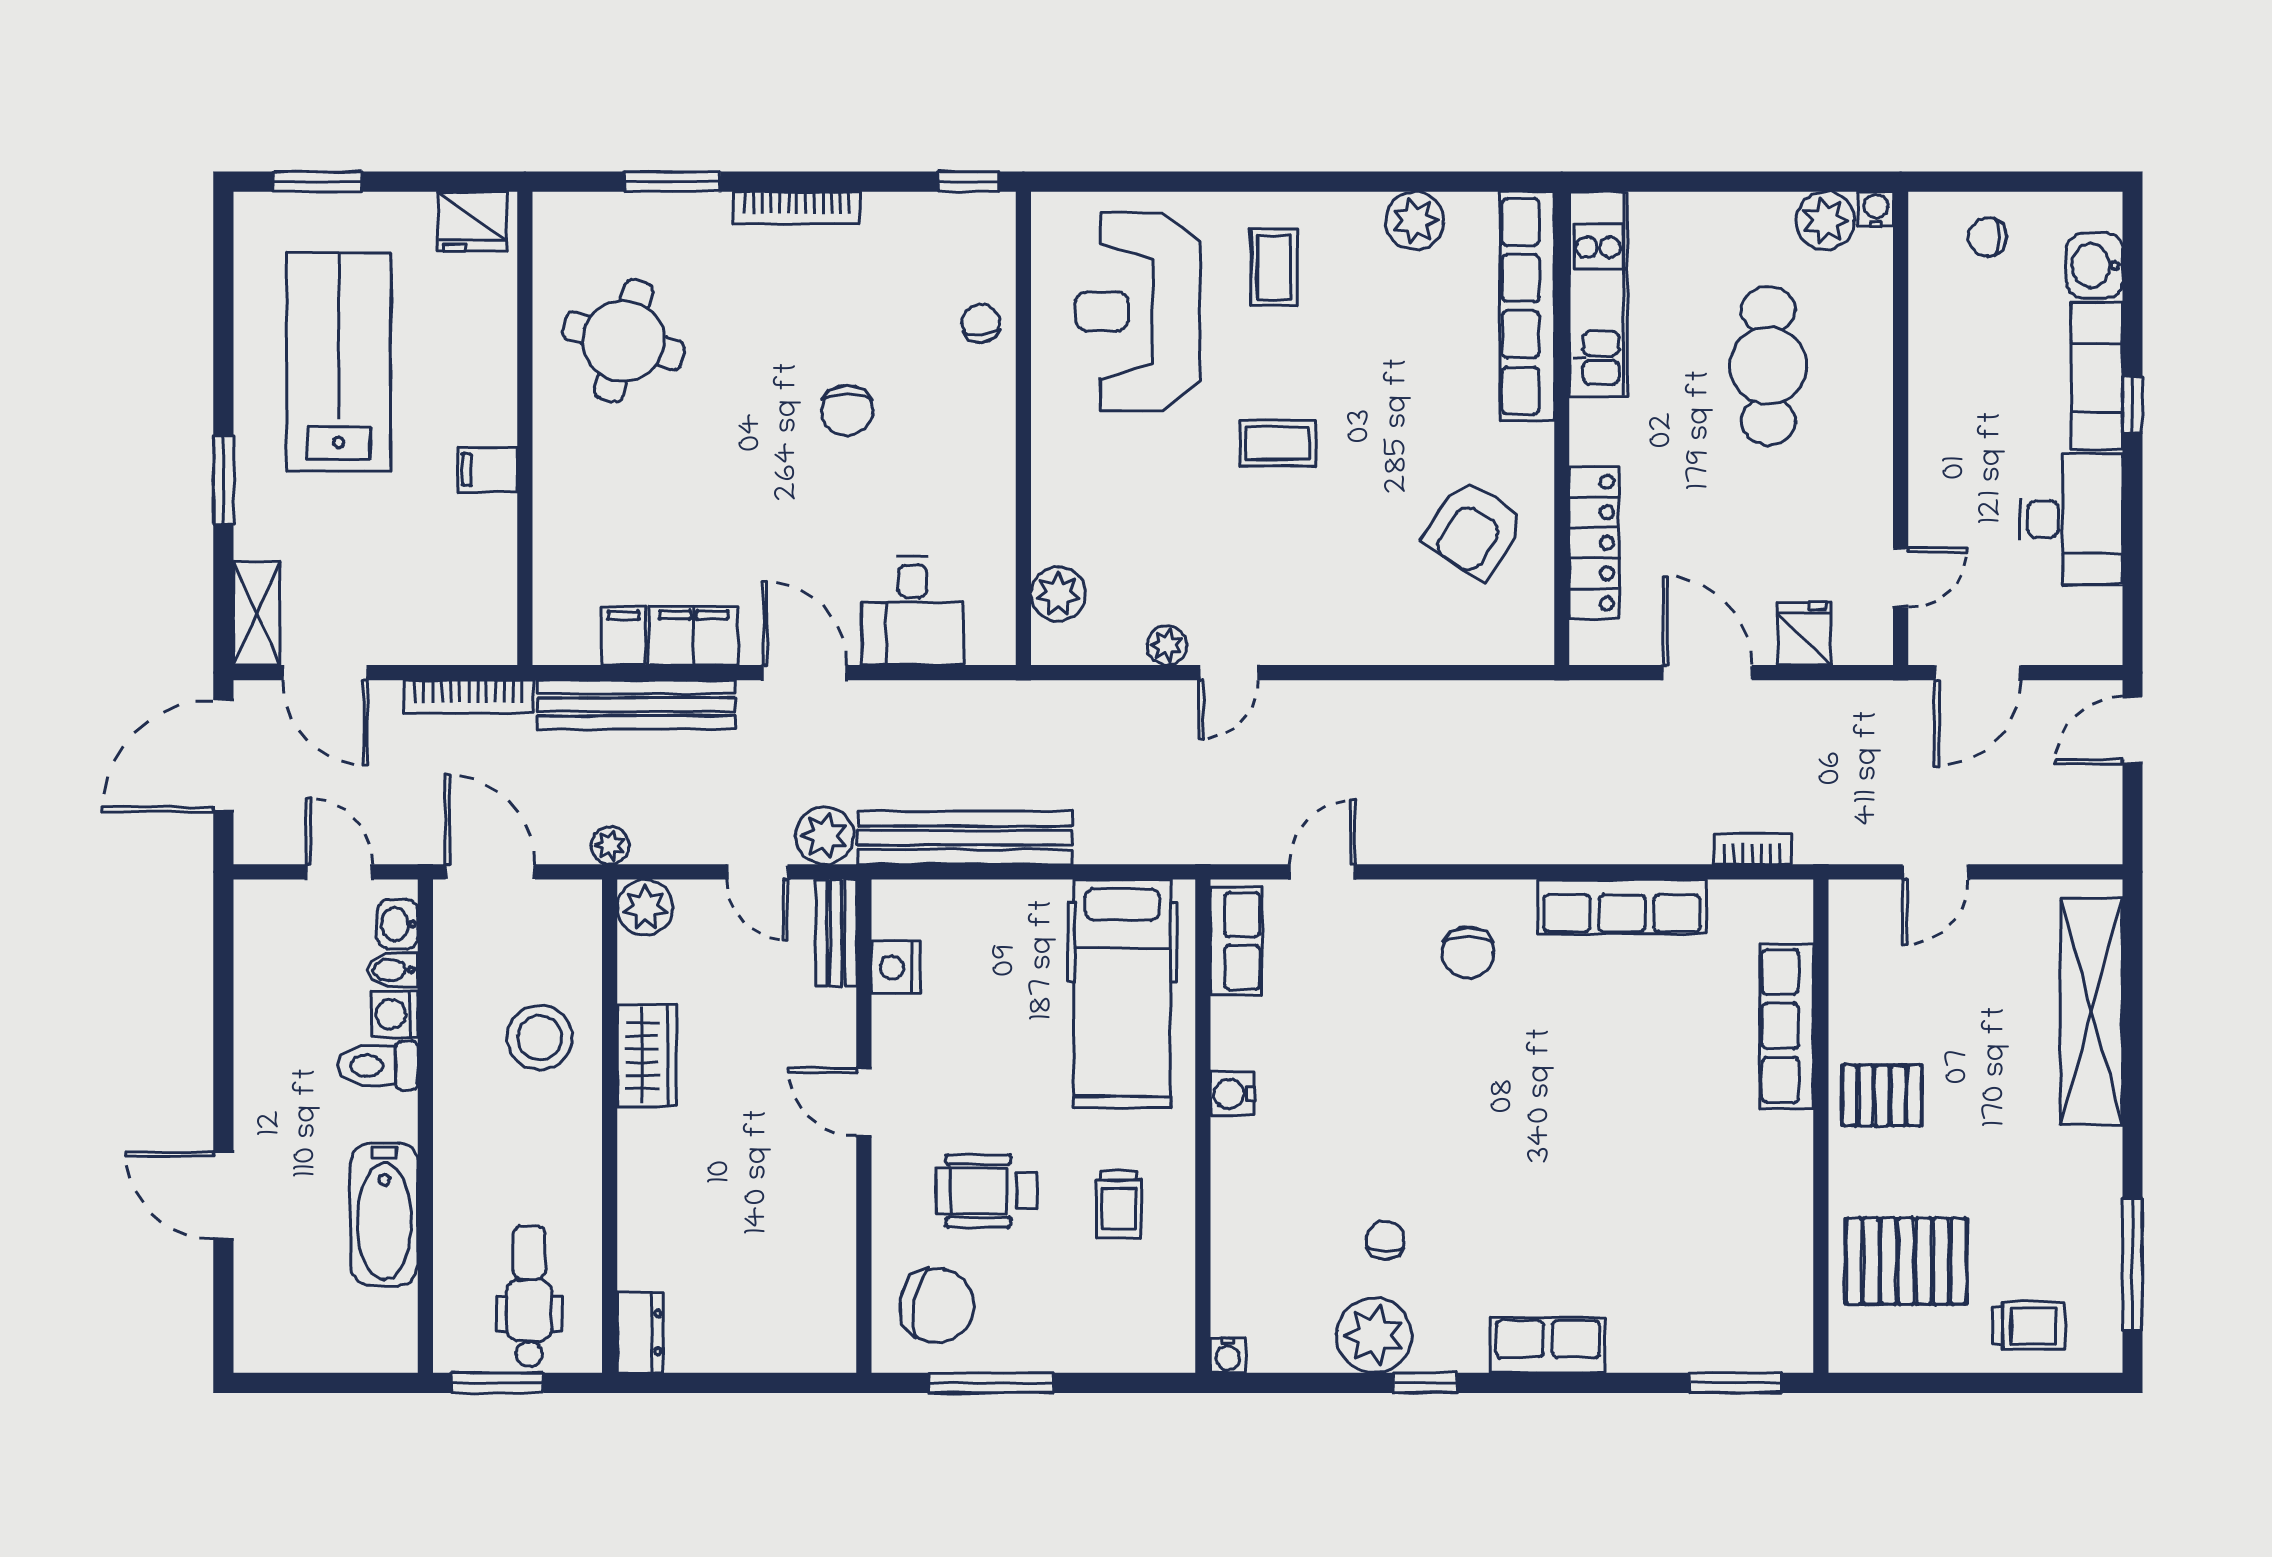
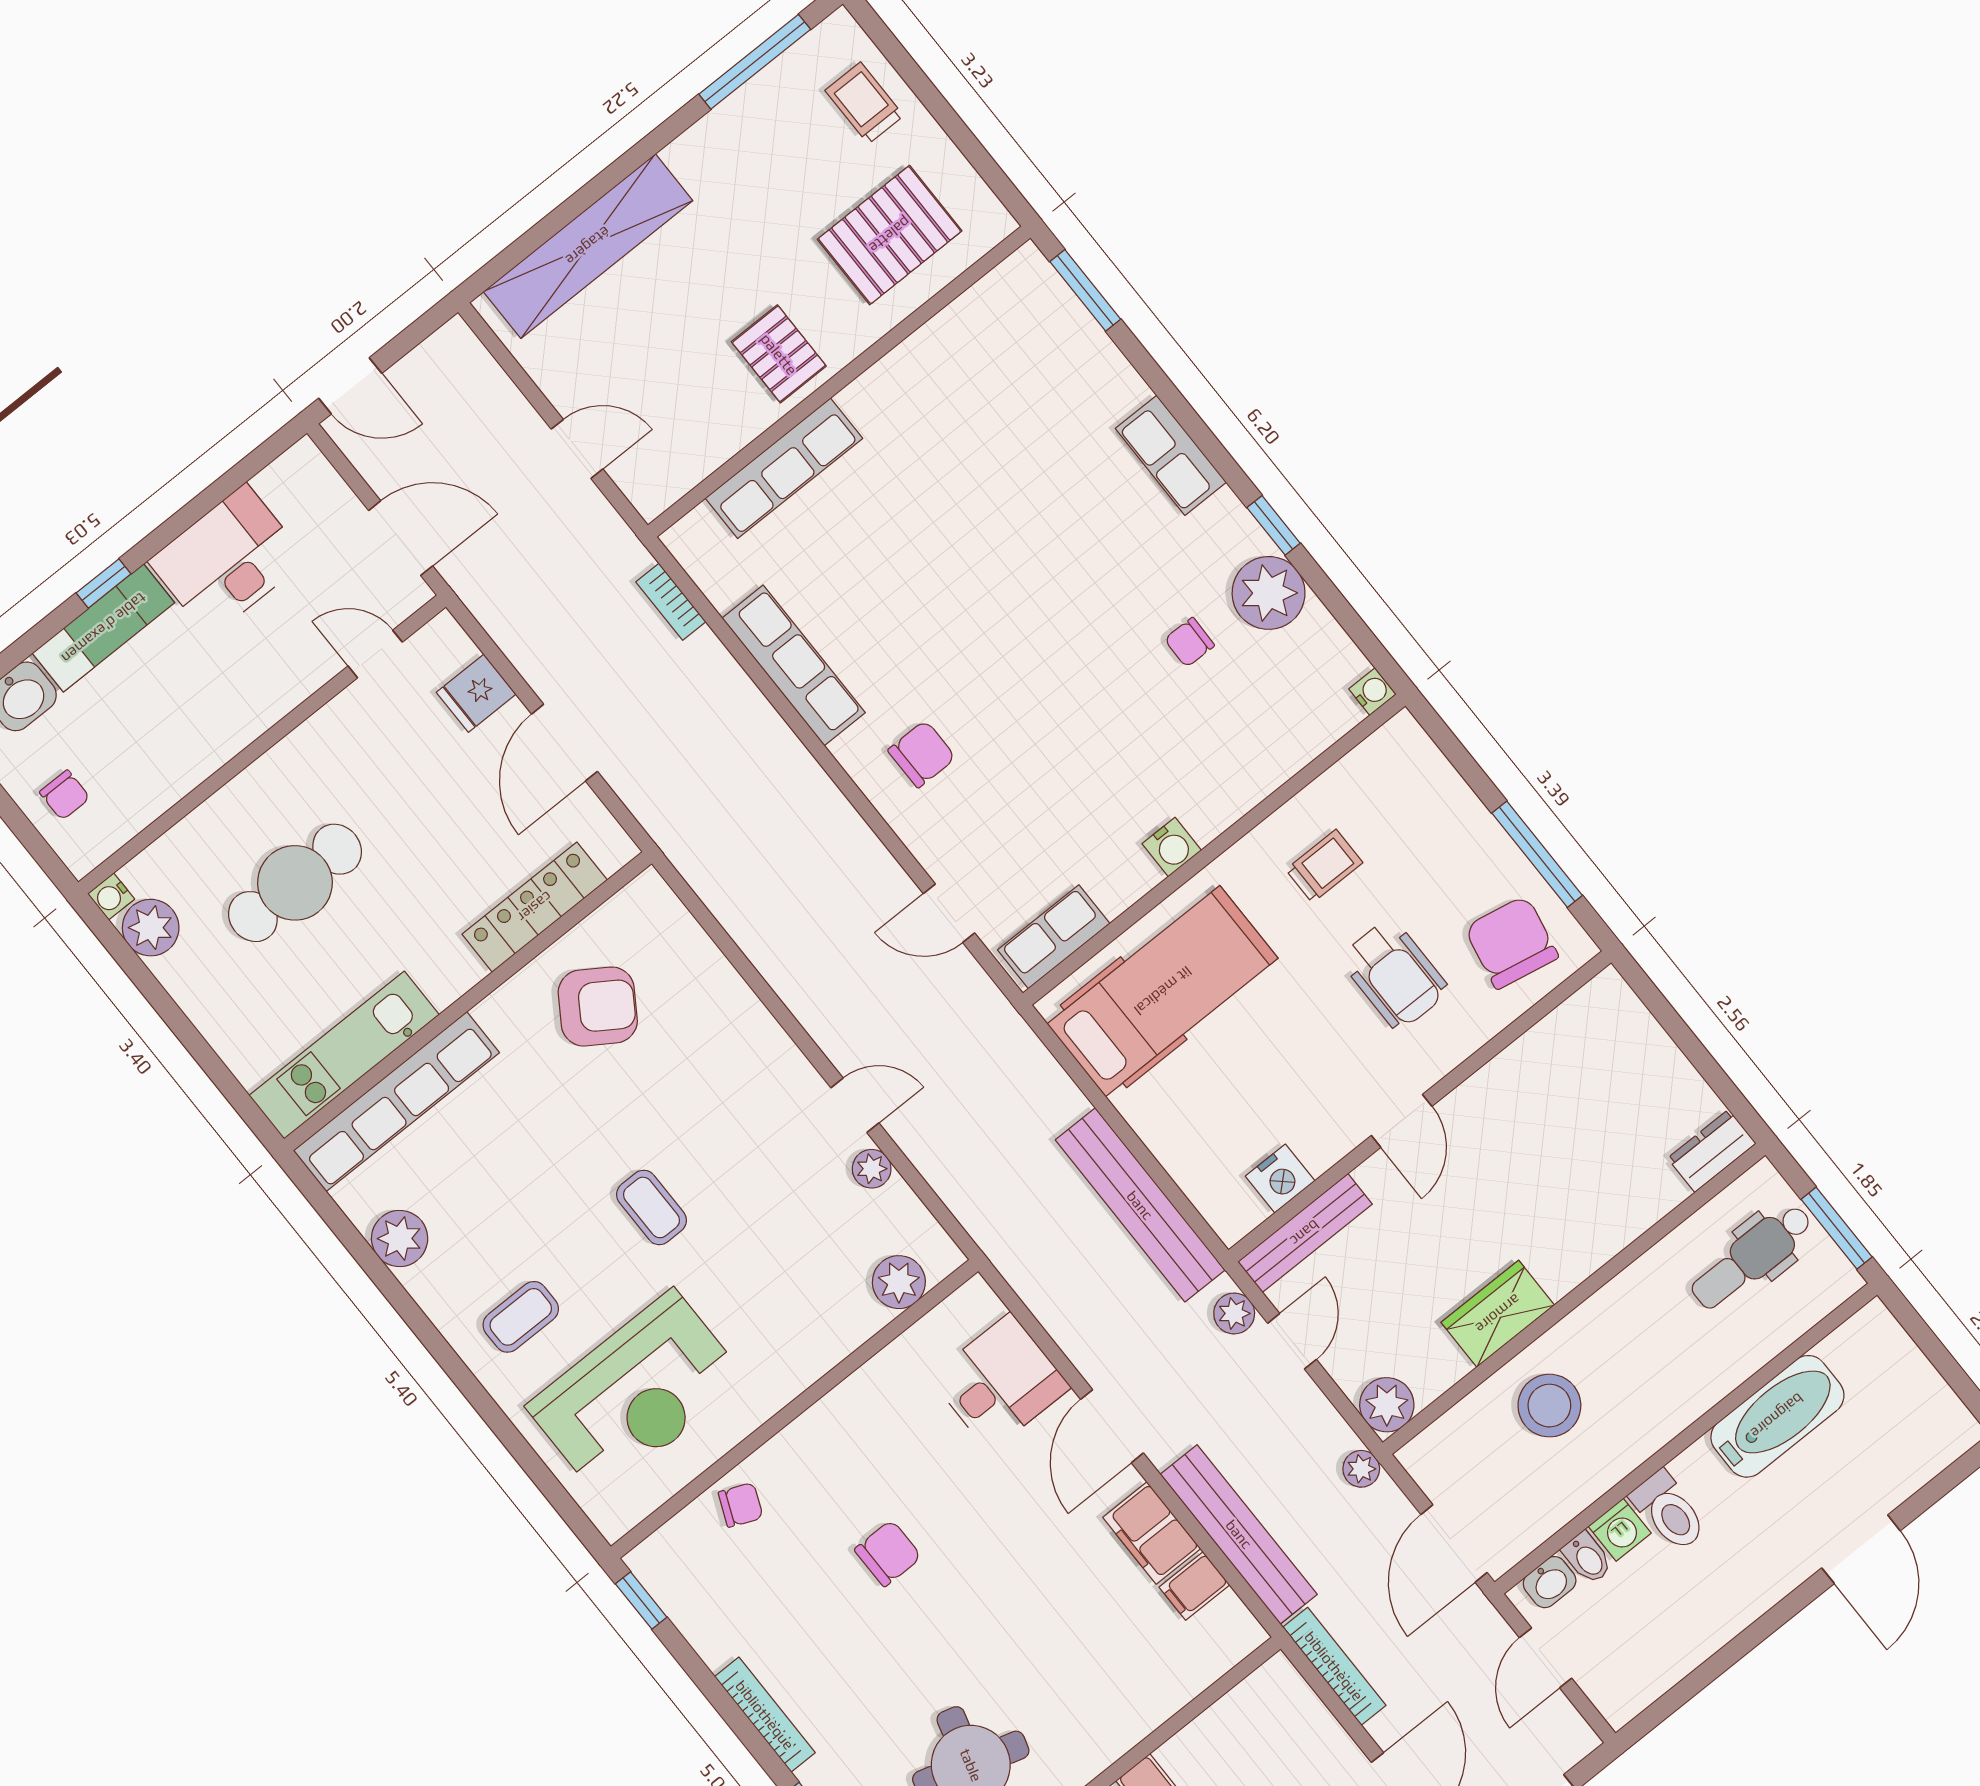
chair: (981, 323) -> (741, 1505), turned -153
plant: (825, 836) -> (1234, 1313), width x0.73, depth x0.73
bench: (836, 933) -> (1305, 1233), width x1.36
pallet: (1906, 1261) -> (890, 235), turned 90

